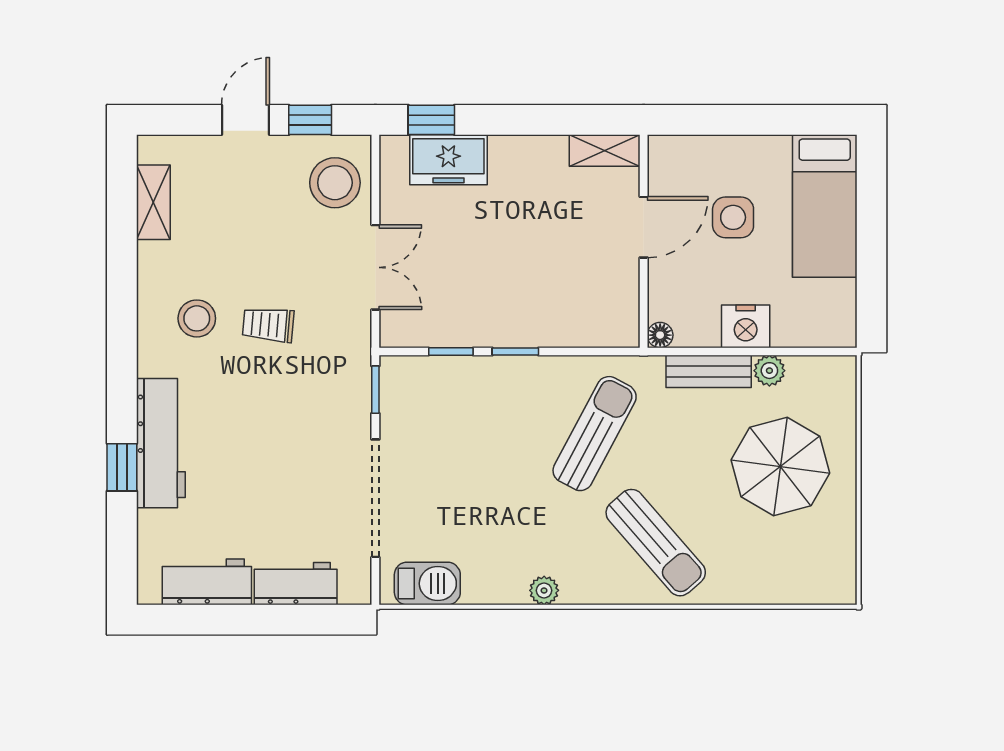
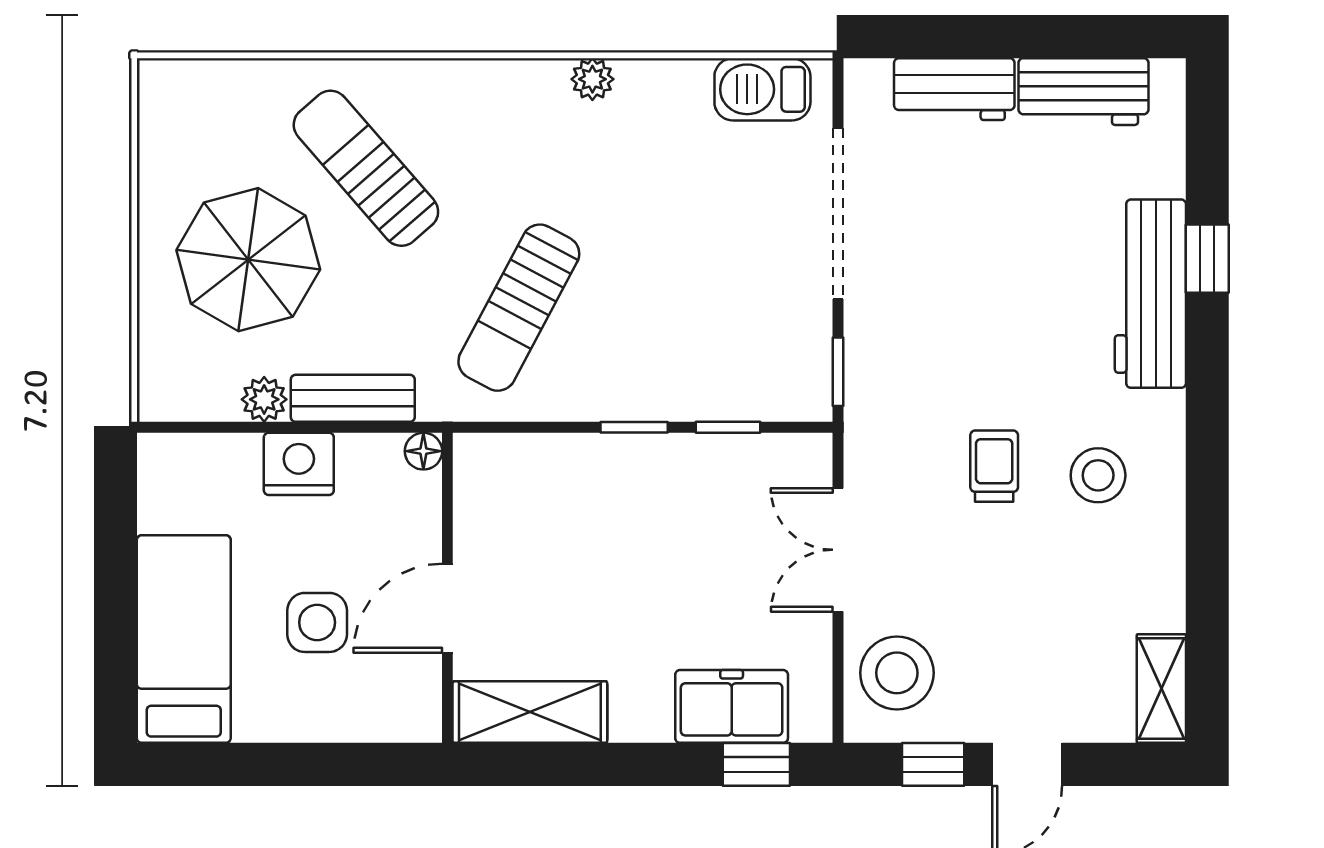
shelving: (605, 151) -> (530, 712), width x1.50, depth x1.33
shelving: (153, 202) -> (1161, 689), moved
trolley: (268, 325) -> (994, 466), turned -95
sun lounger: (656, 543) -> (366, 168), moved

